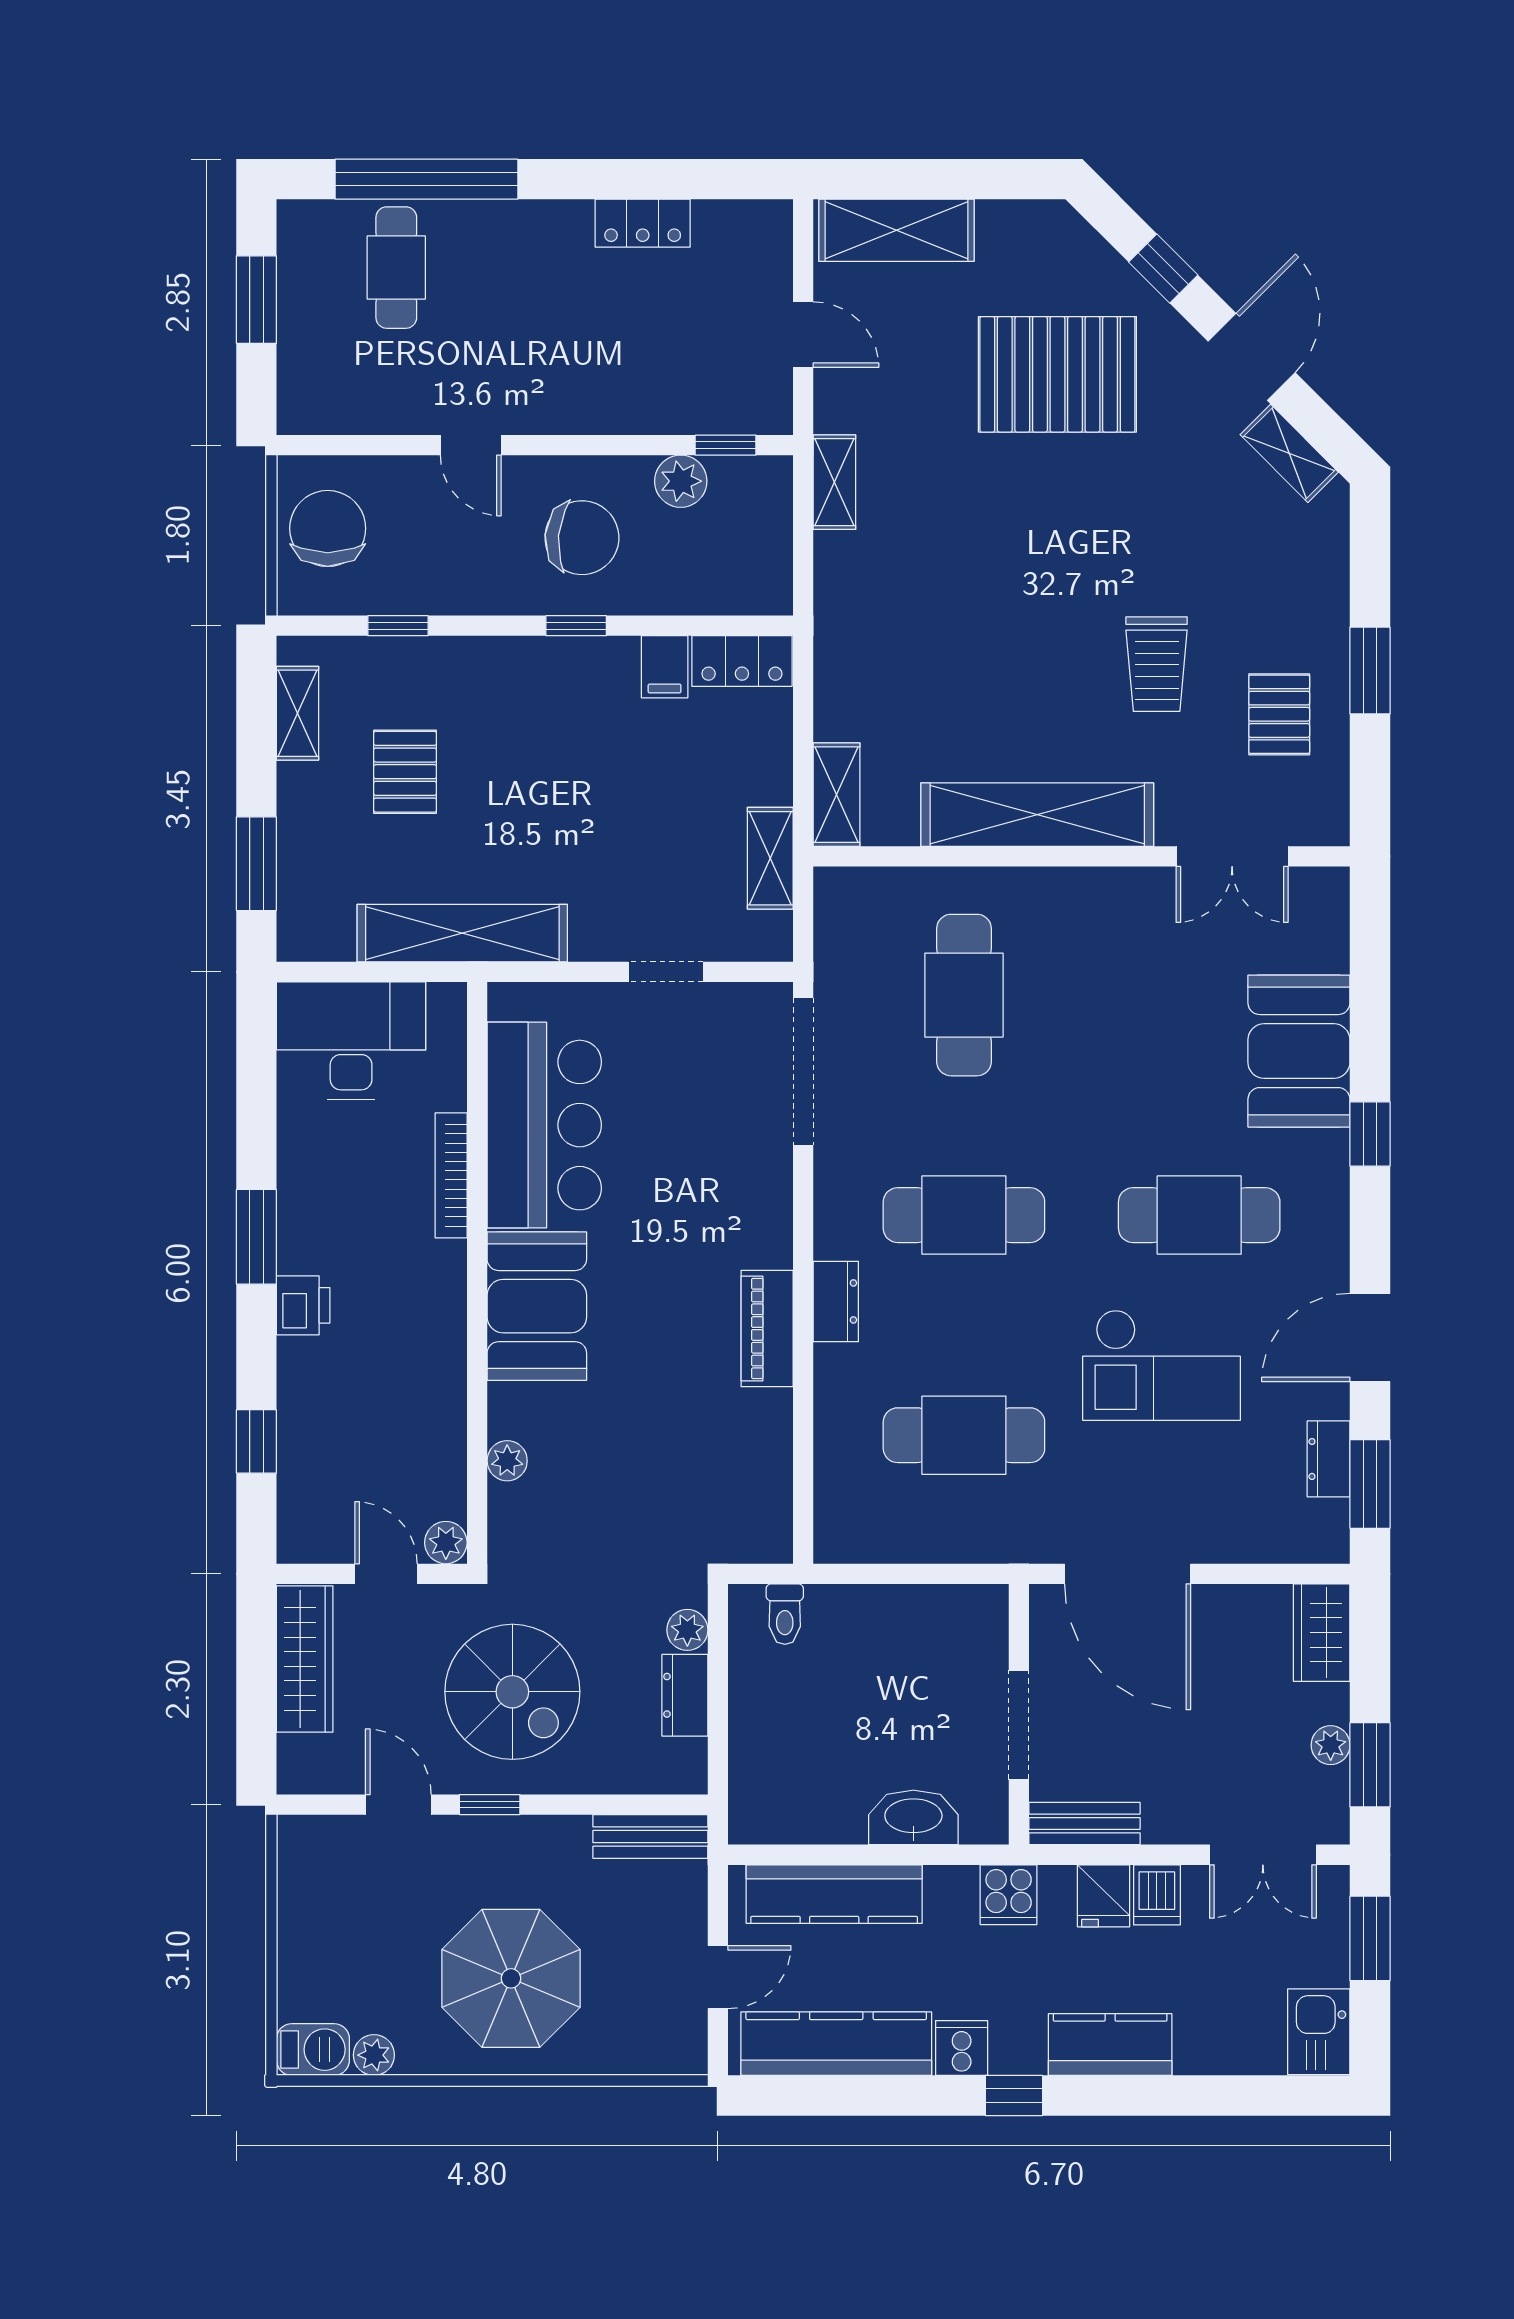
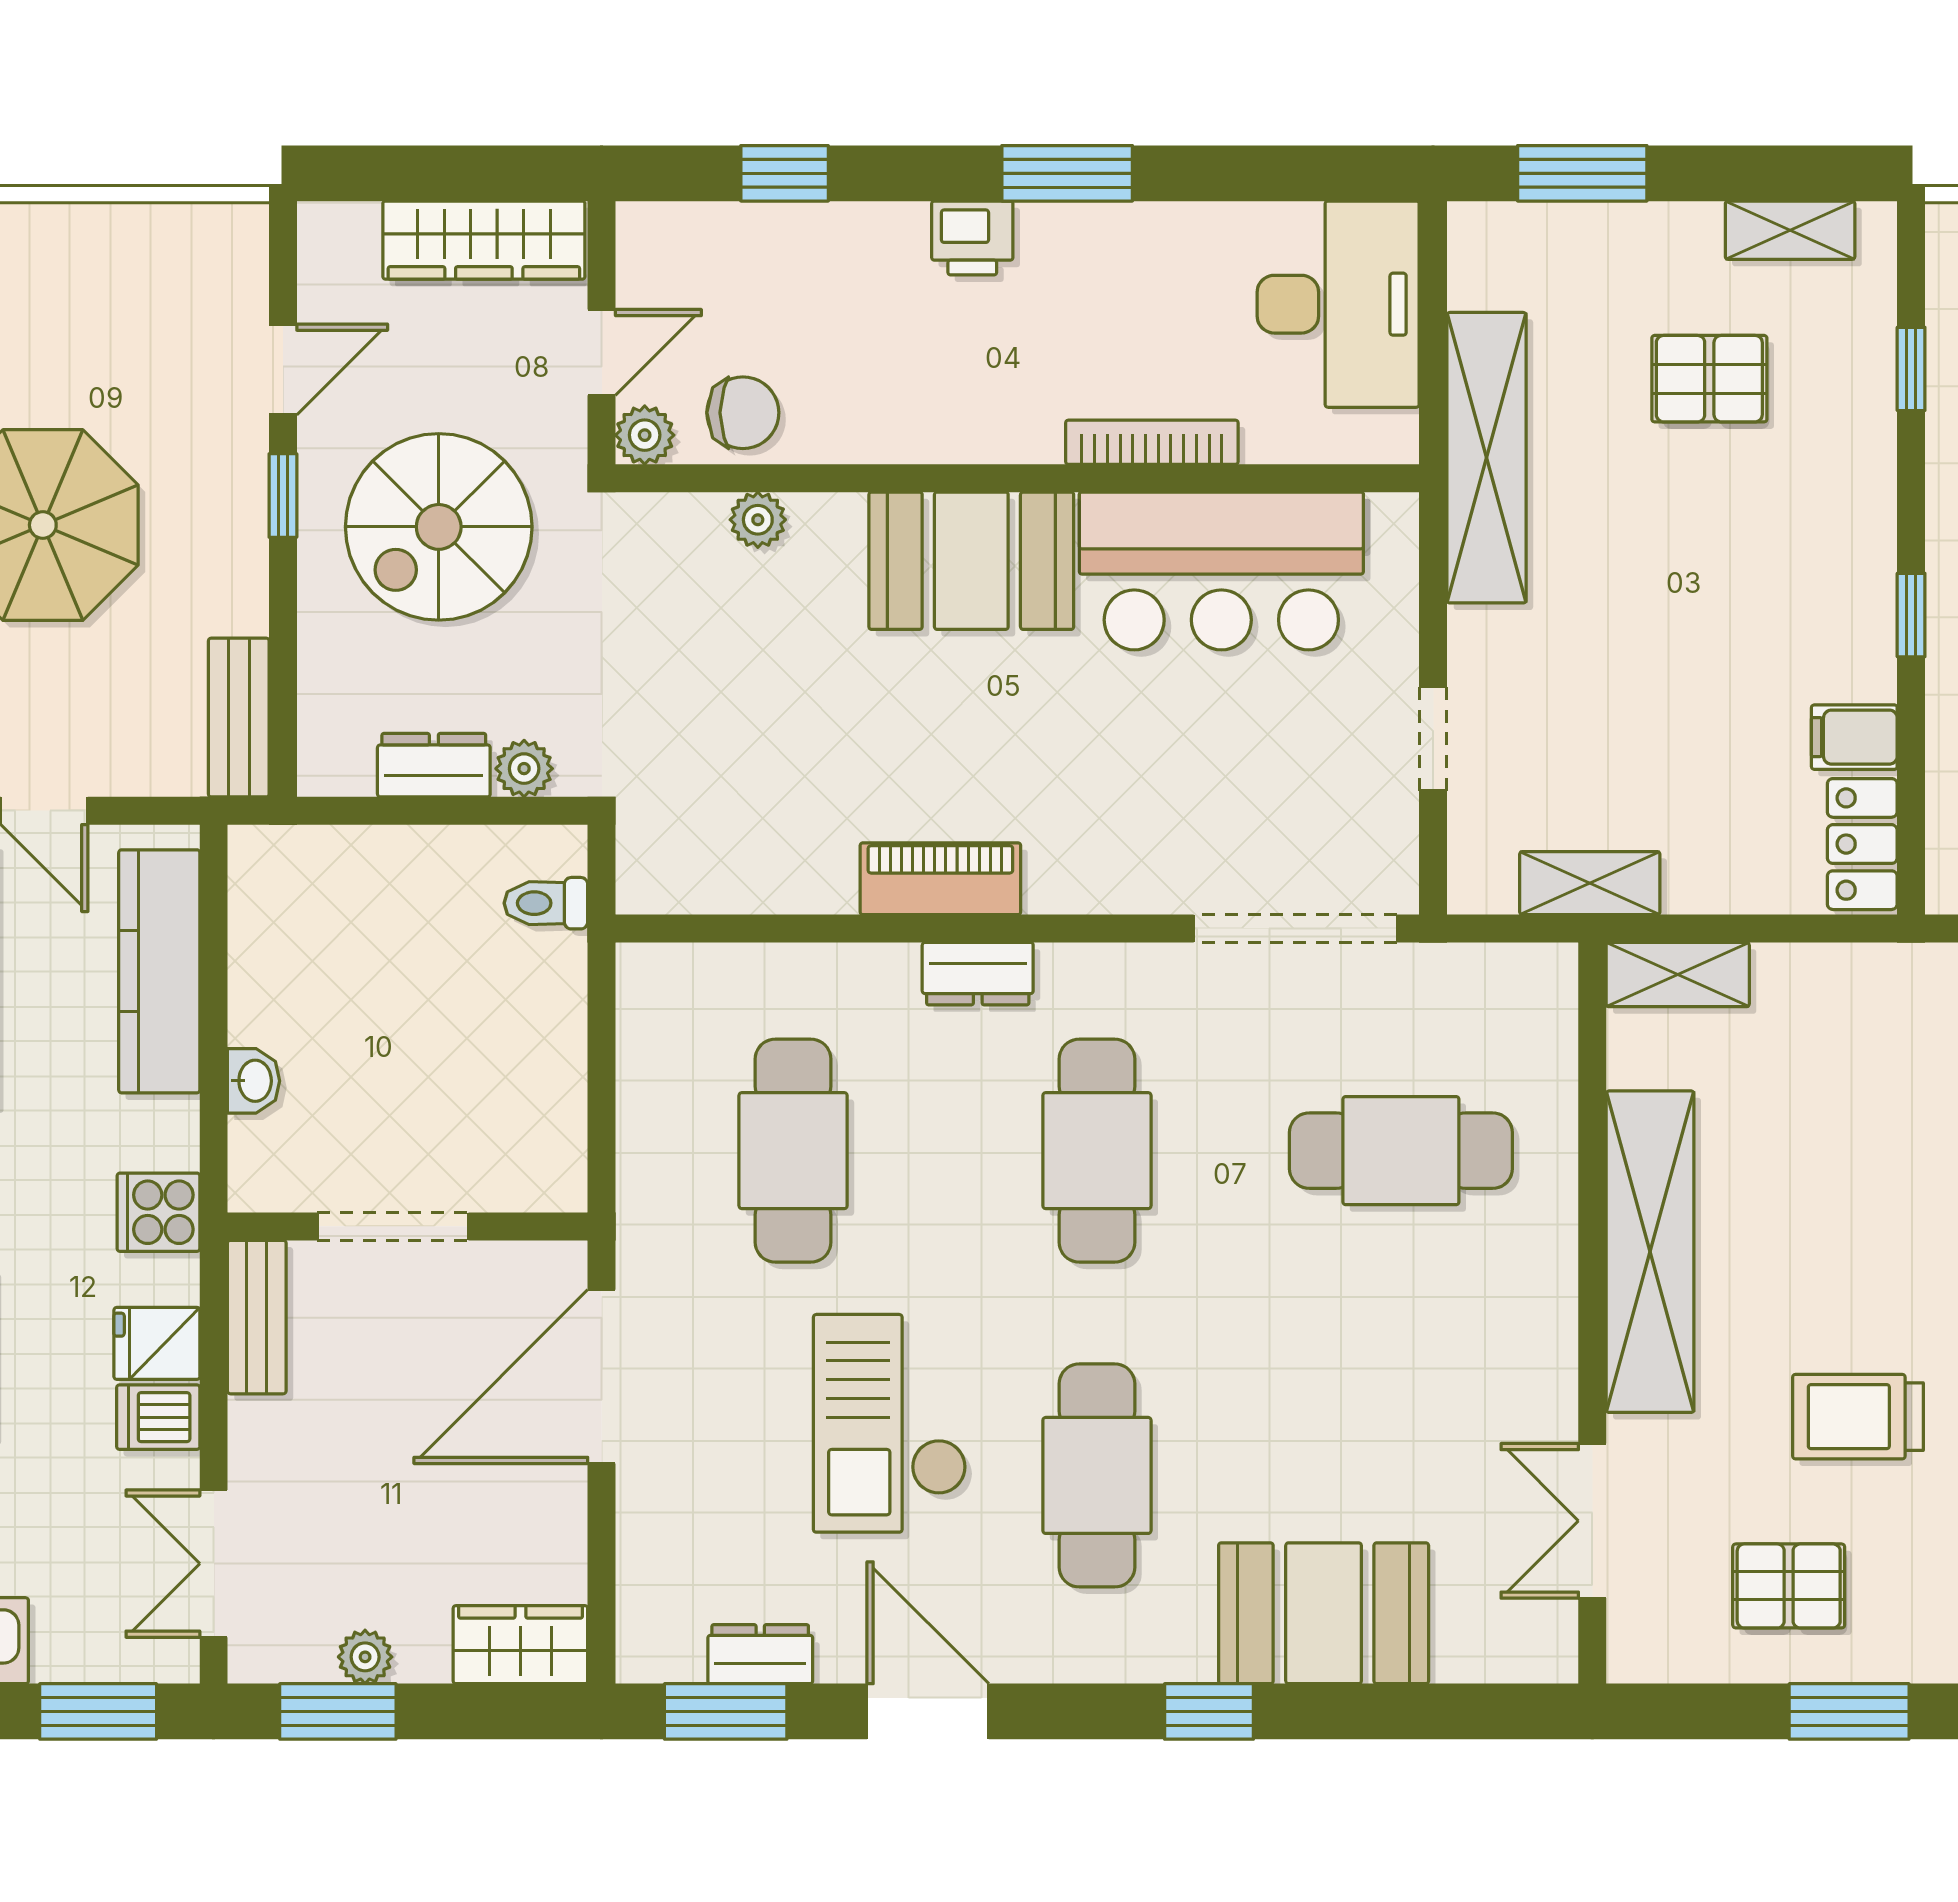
chair: (430, 1472) -> (743, 413), added
washbasin: (913, 1817) -> (254, 1081), width x0.52, depth x0.69

